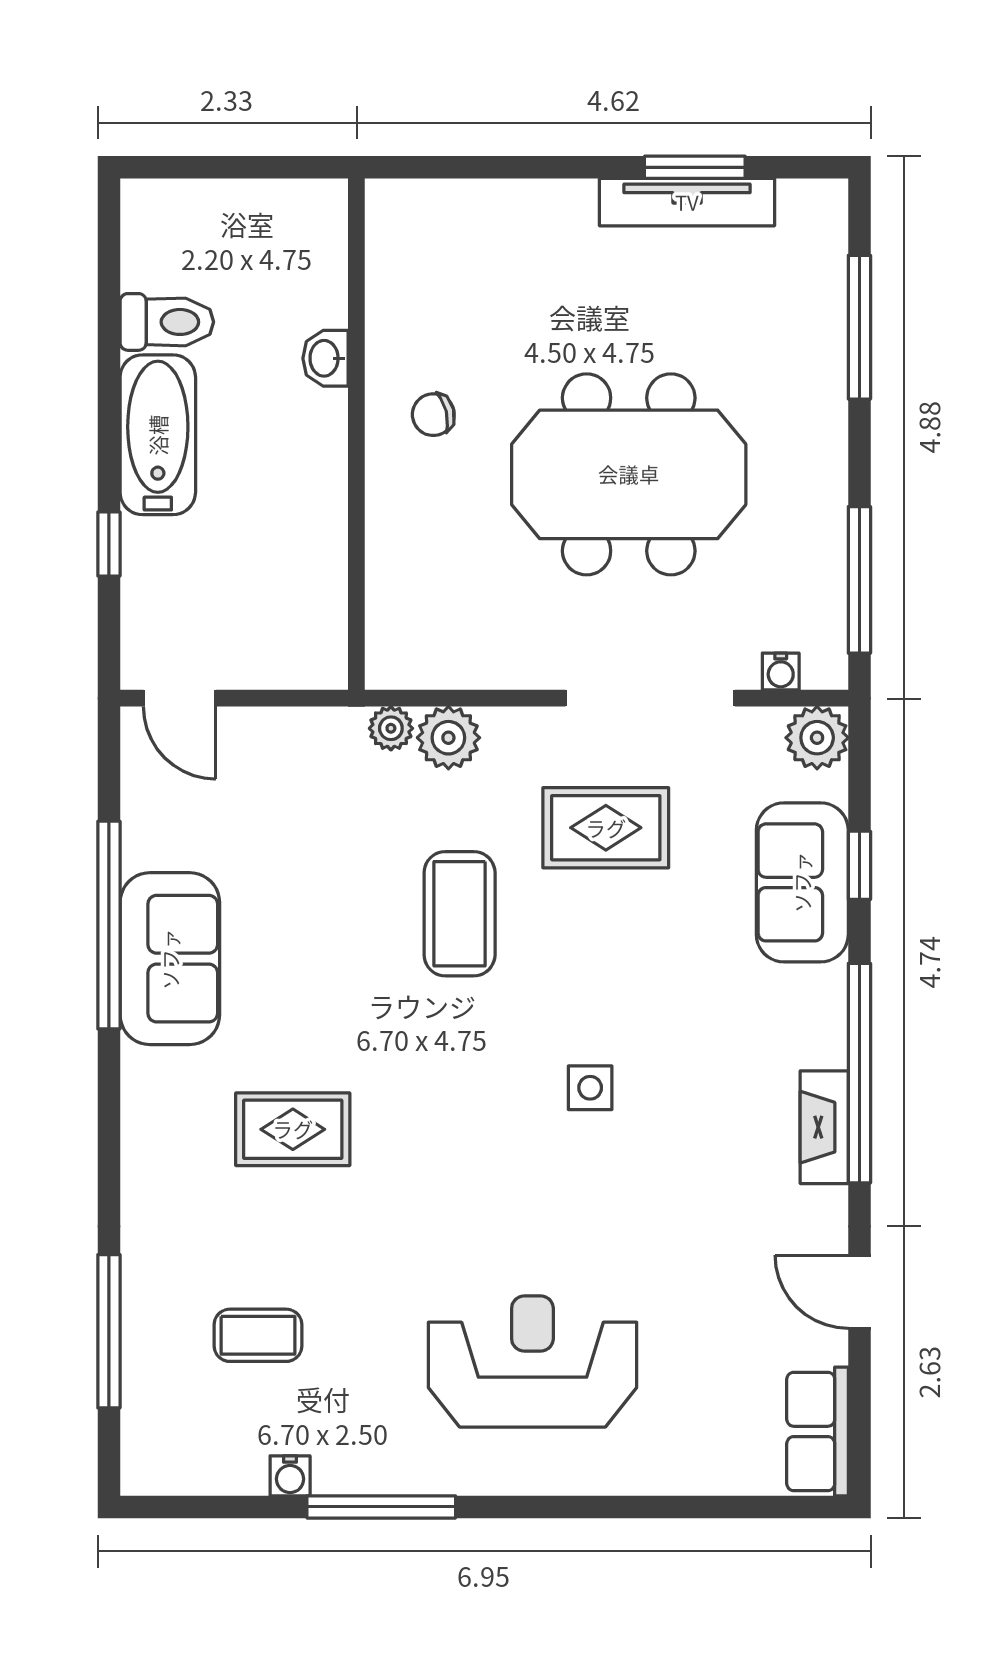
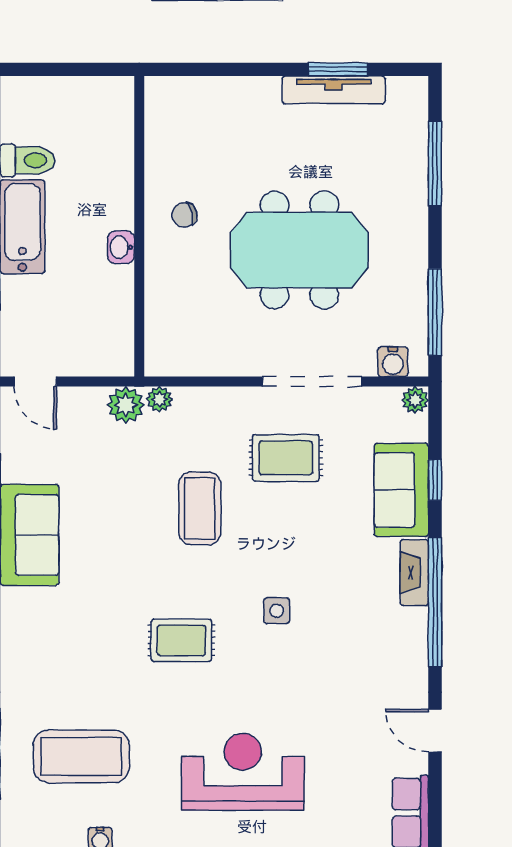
washbasin: (325, 358) -> (121, 247), moved
water cooler: (781, 671) -> (393, 362), width x1.38, depth x1.38
plant: (448, 738) -> (126, 405), moved
plant: (817, 738) -> (415, 400), width x0.73, depth x0.73
fireplace: (824, 1127) -> (414, 573), moved
rug: (293, 1129) -> (181, 640), moved
coffee table: (258, 1335) -> (81, 756), width x1.86, depth x1.72

